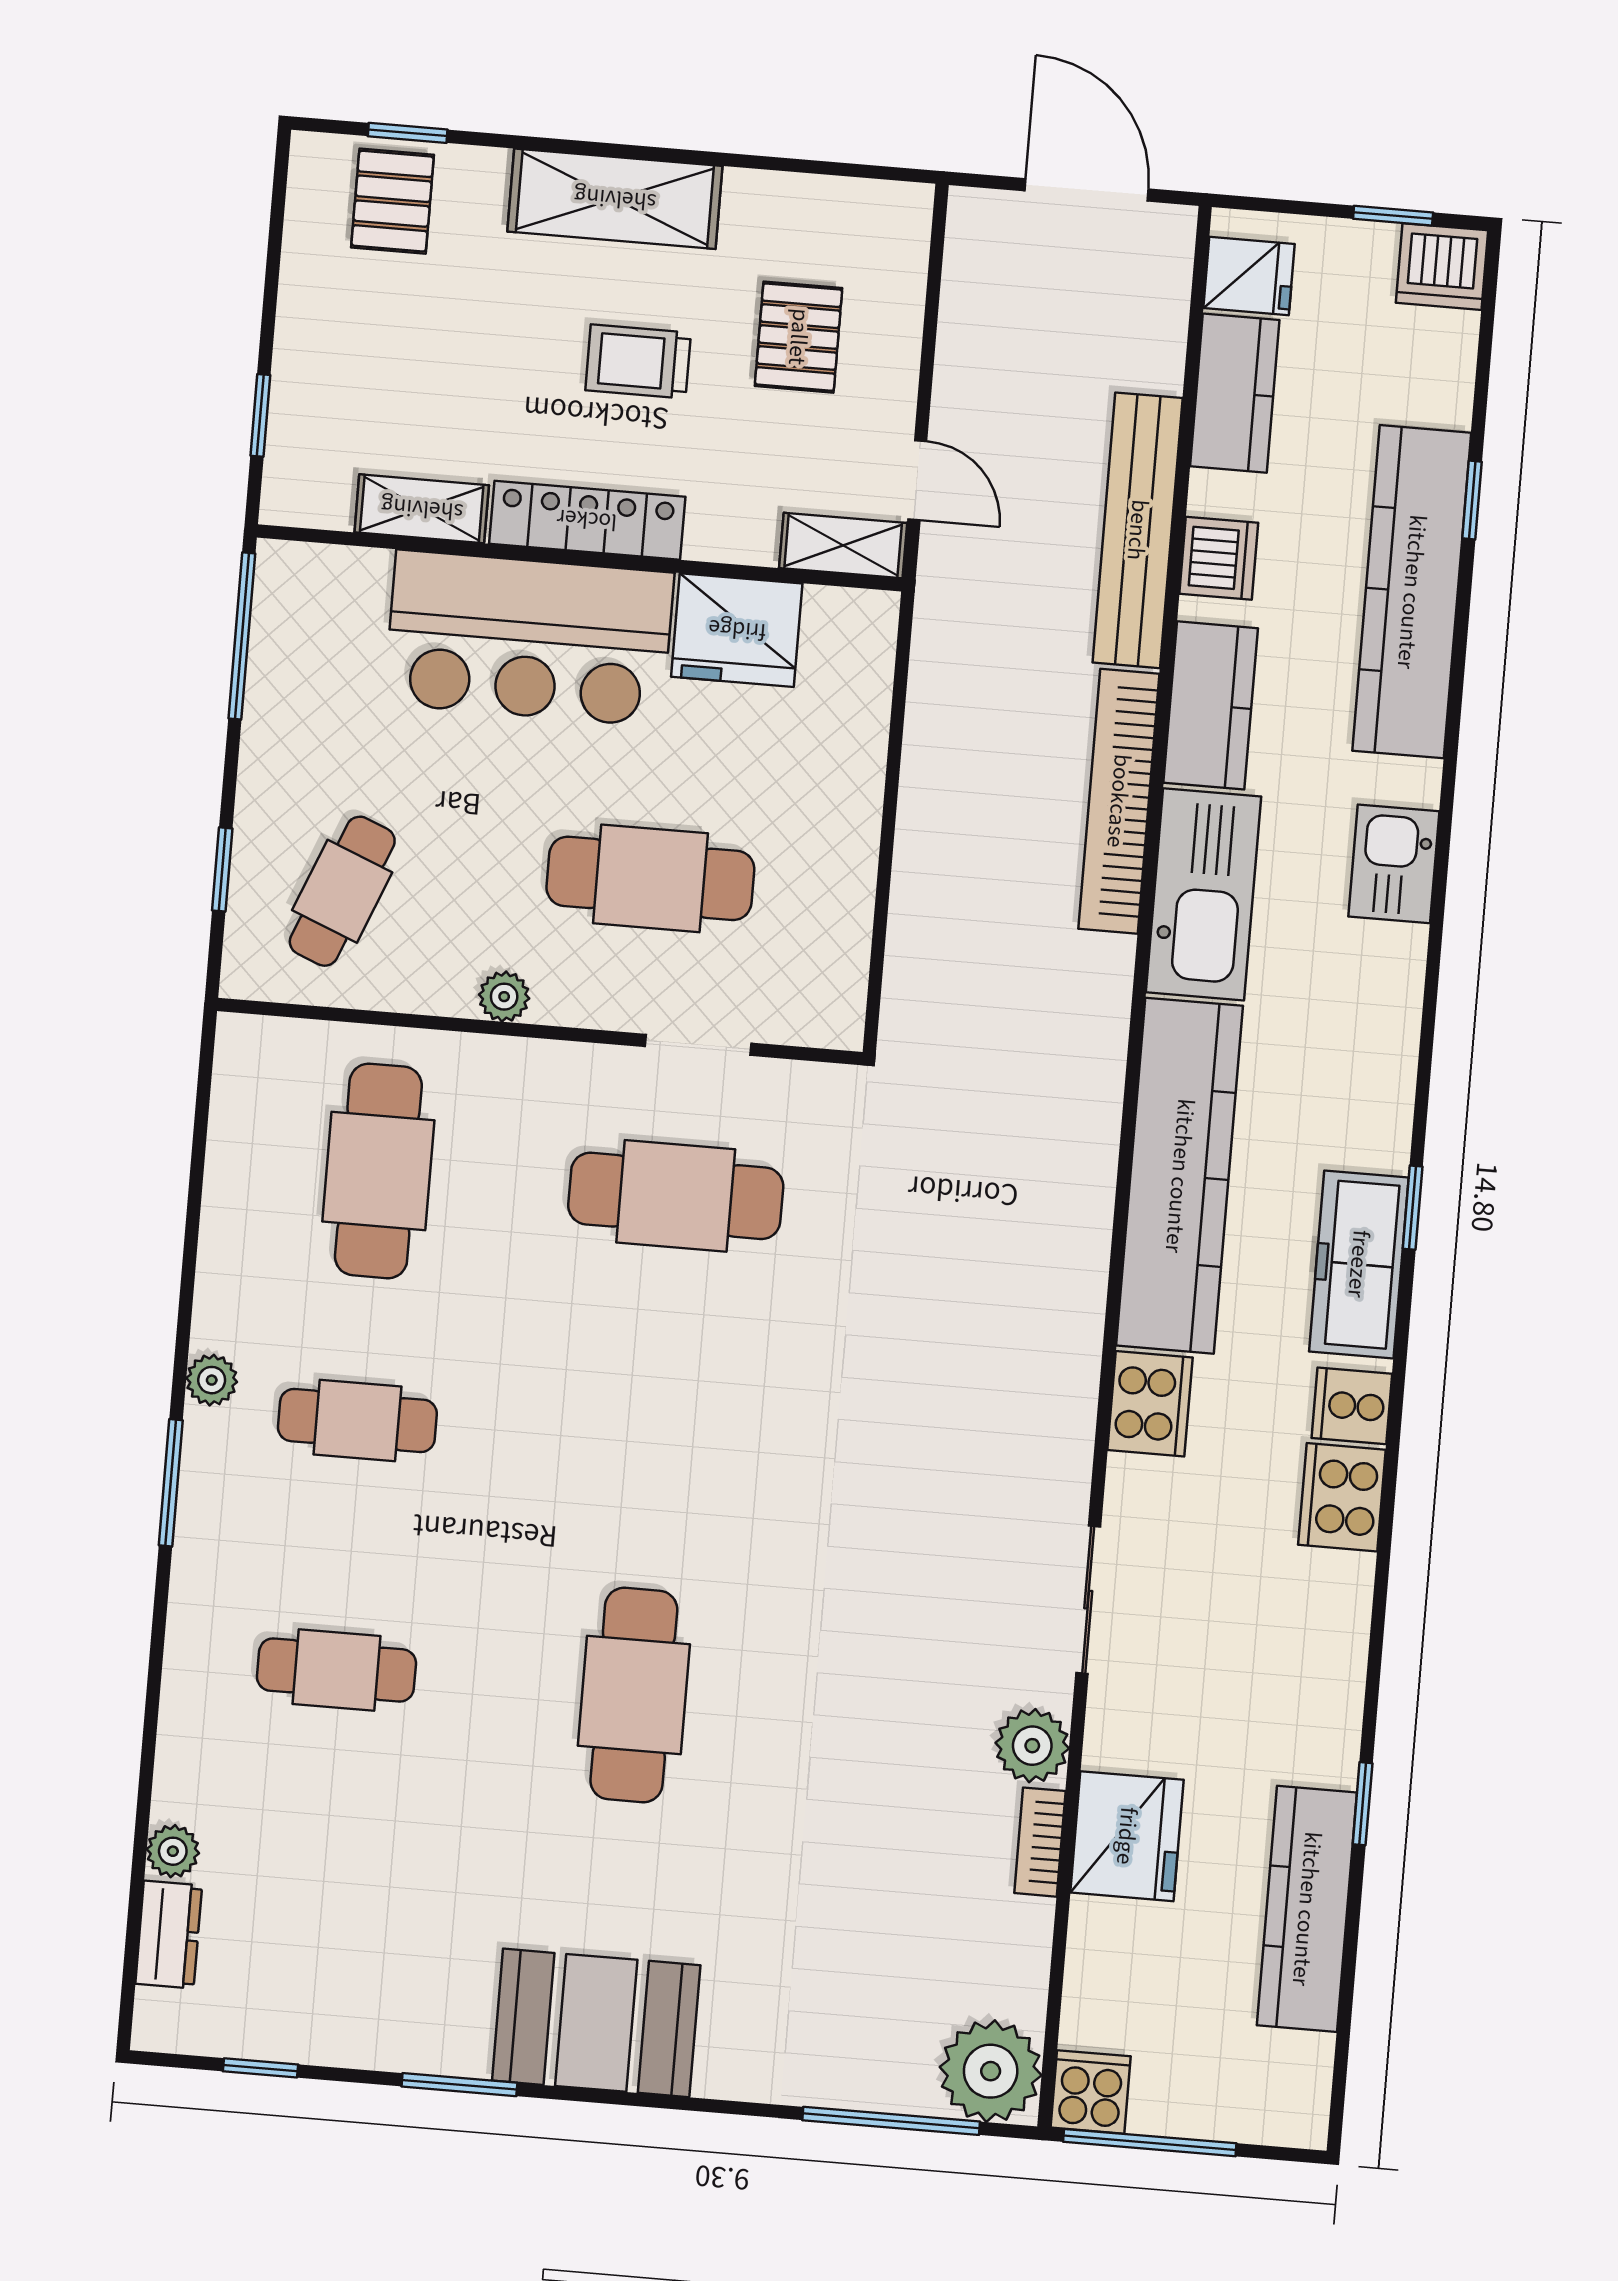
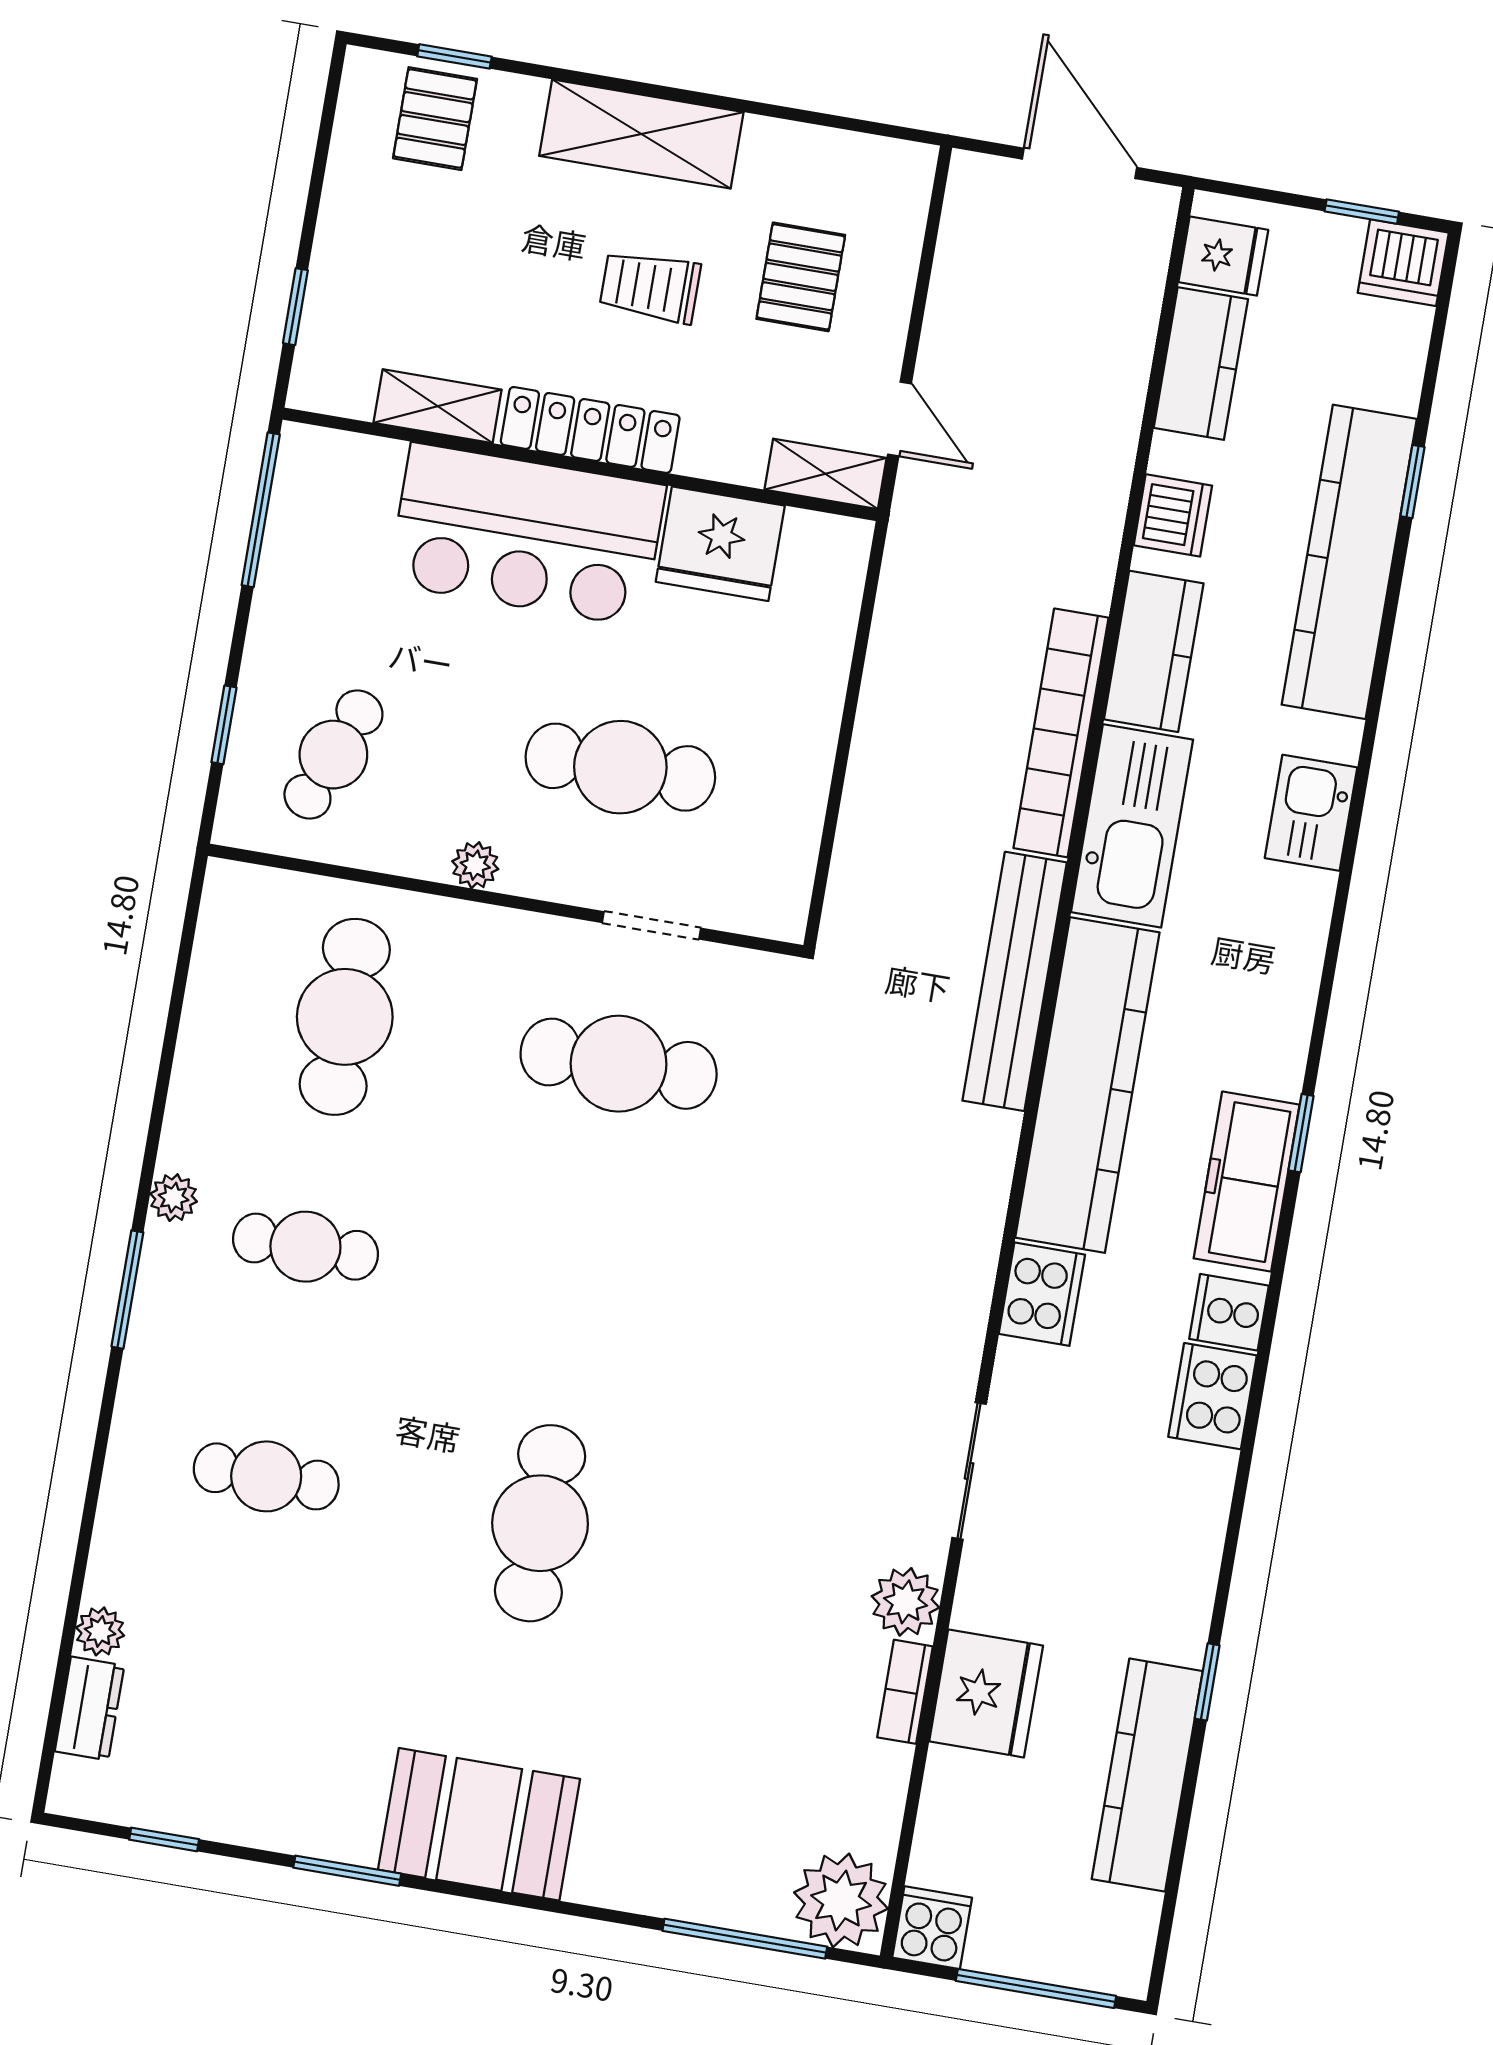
bench: (1138, 530) -> (1015, 981), moved
window: (1150, 2143) -> (1036, 1988), moved

